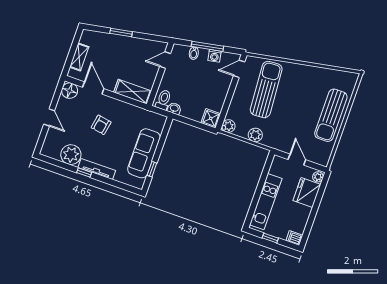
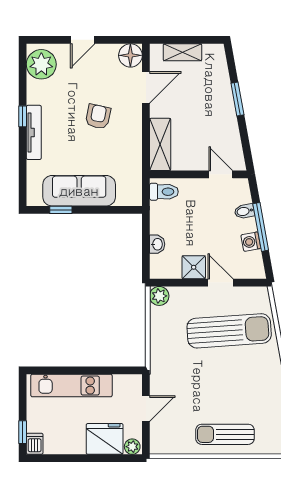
door: (239, 69) -> (220, 283), moved
washbasin: (174, 108) -> (157, 244), moved
sun lounger: (331, 115) -> (225, 434), width x0.73, depth x0.75
shower: (211, 118) -> (194, 267), moved
armchair: (101, 125) -> (98, 117), turned 92
plant: (255, 135) -> (160, 338), removed
plant: (71, 155) -> (41, 64), moved
window: (270, 238) -> (23, 432), moved

